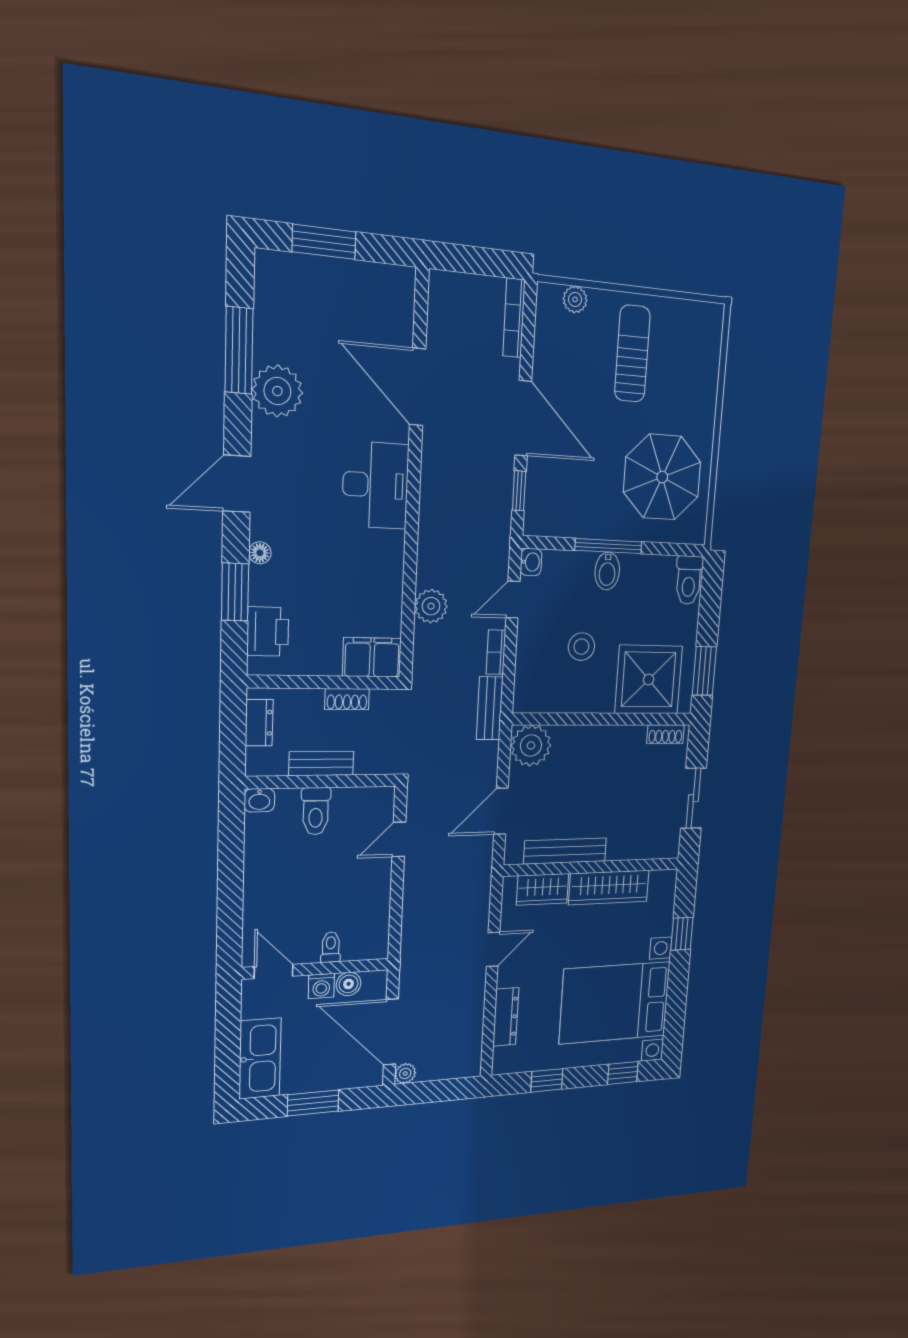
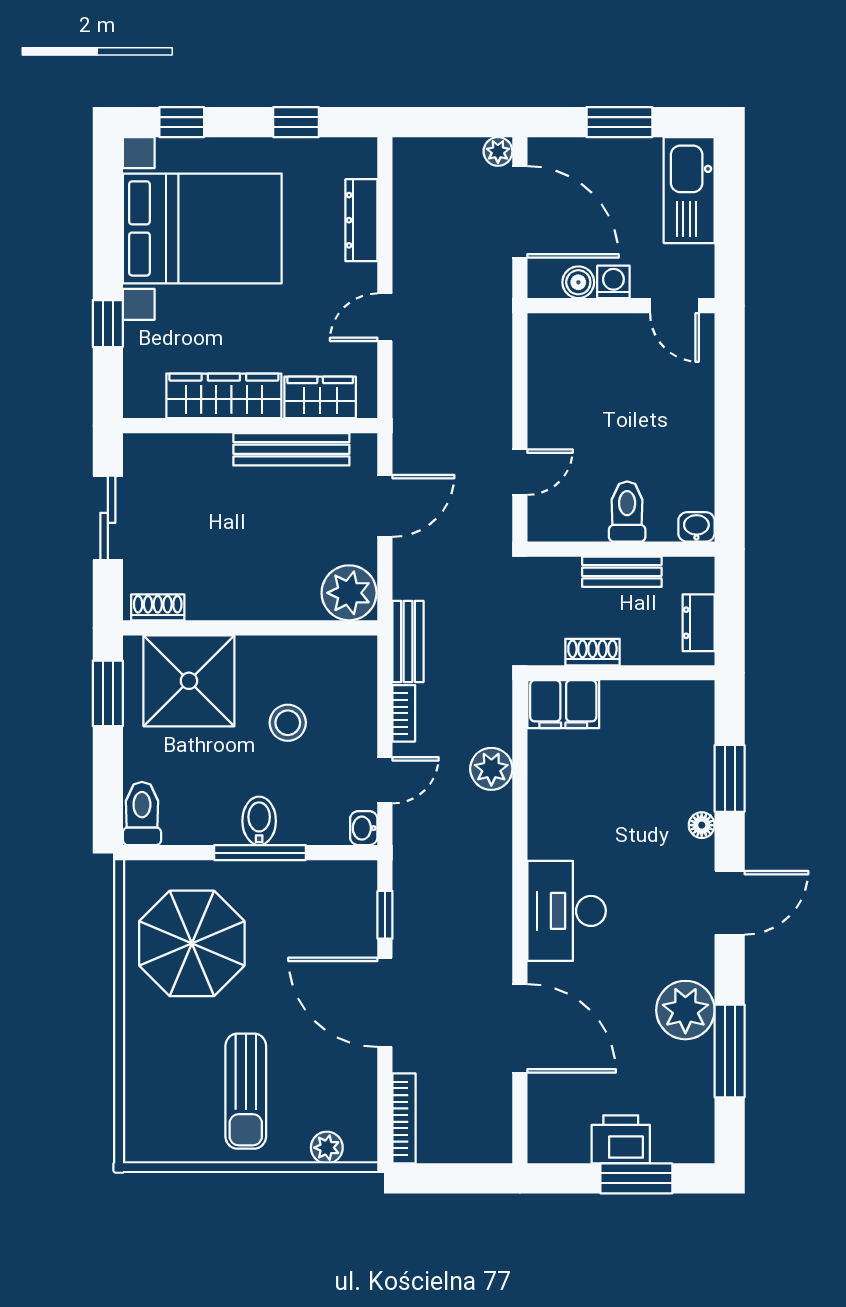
printer: (268, 632) -> (621, 1139), moved, turned 90
toilet: (331, 947) -> (603, 333), removed

